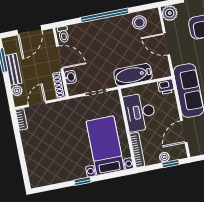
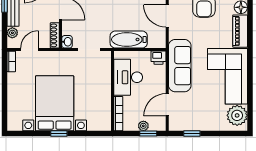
washbasin: (70, 77) -> (67, 42), moved
bed with nightstands: (105, 146) -> (55, 103), moved, width x1.36

